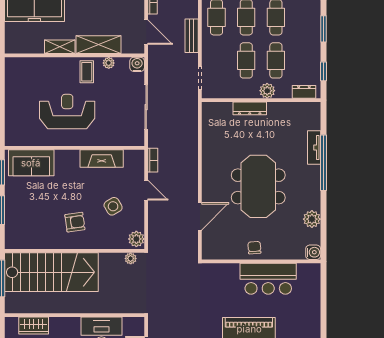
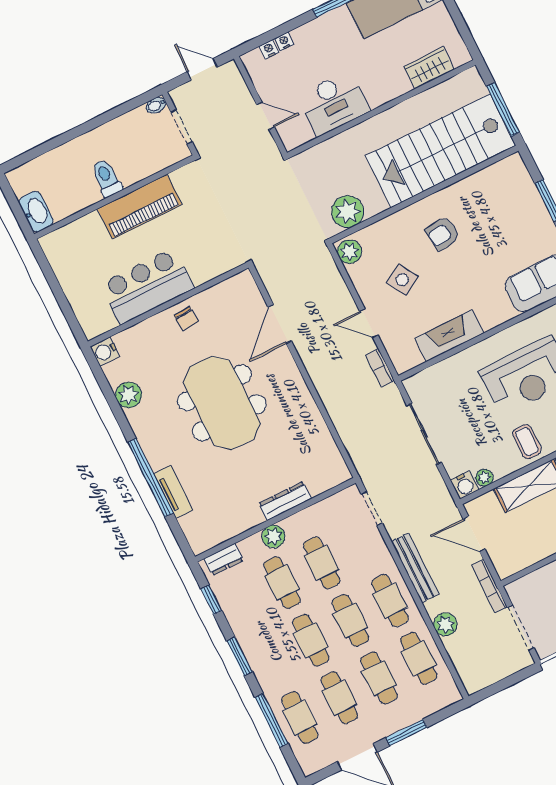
bench: (192, 36) -> (415, 568), width x1.36
plant: (109, 63) -> (484, 478), moved
plant: (131, 258) -> (348, 212), width x1.88, depth x1.88

